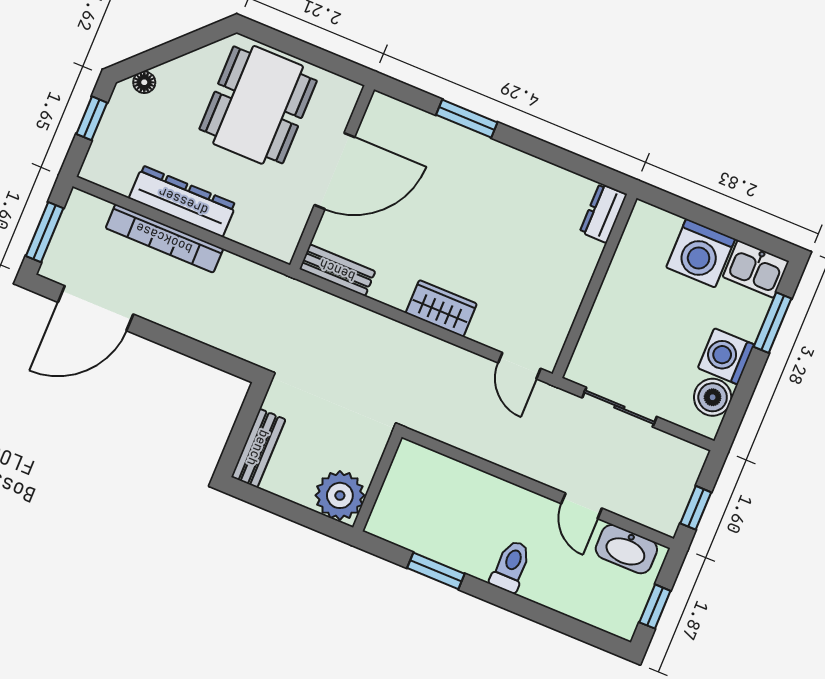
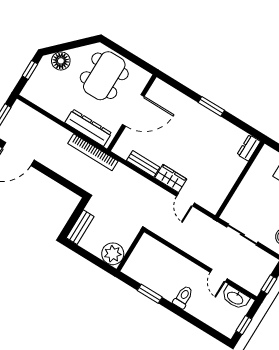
floor lamp: (144, 82) -> (61, 61), width x1.89, depth x1.89
window: (467, 119) -> (211, 106), moved
dresser: (183, 201) -> (88, 128), moved
bookcase: (164, 238) -> (93, 152), moved
bench: (337, 270) -> (143, 164), moved
door: (519, 366) -> (185, 200), moved

